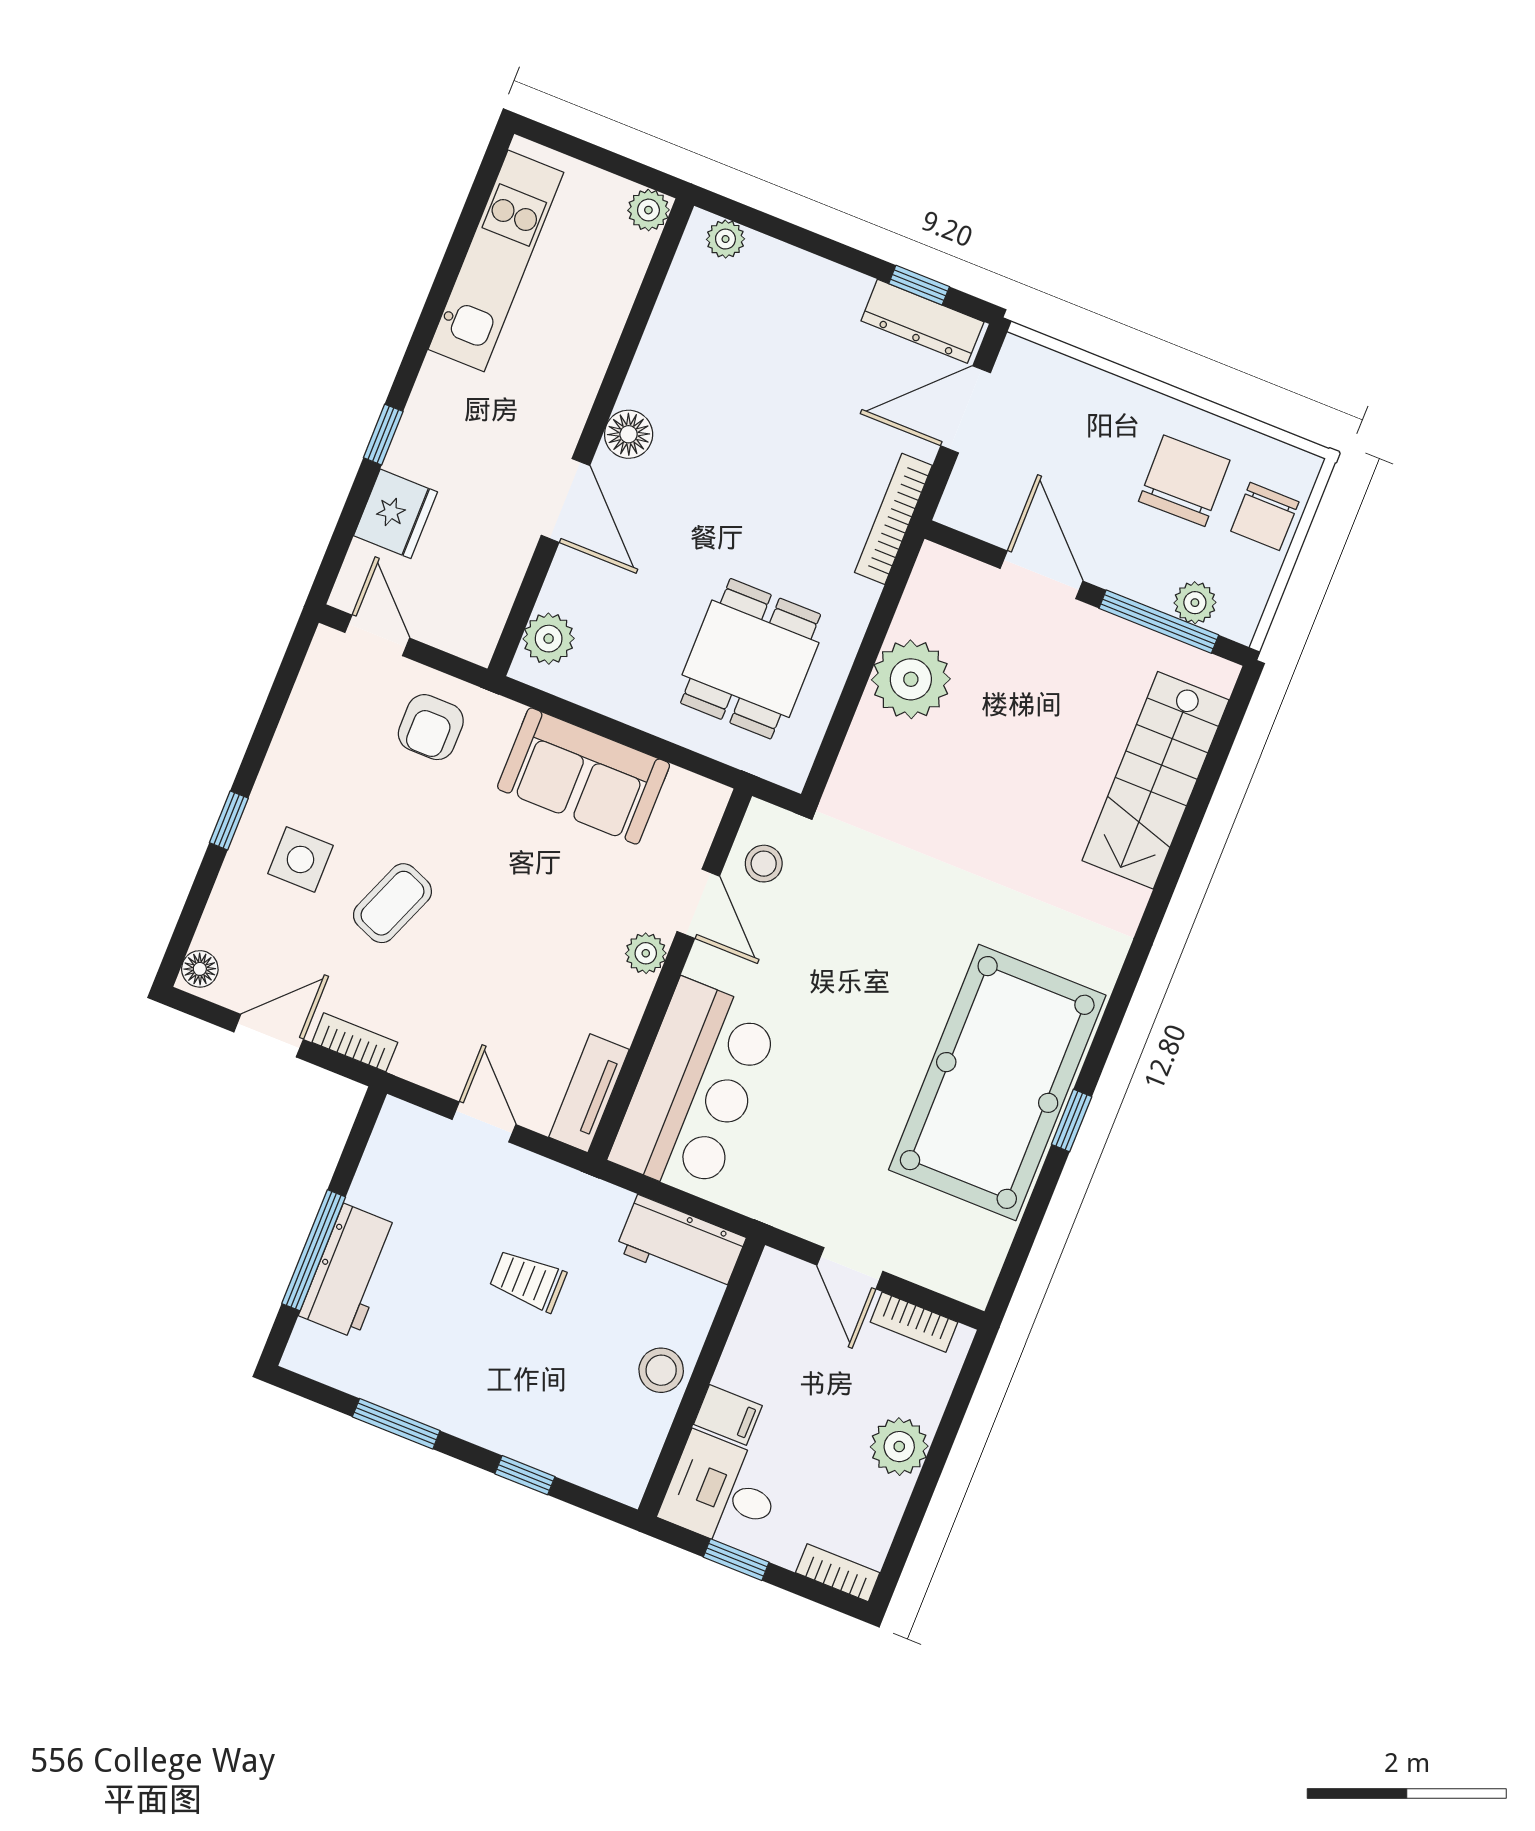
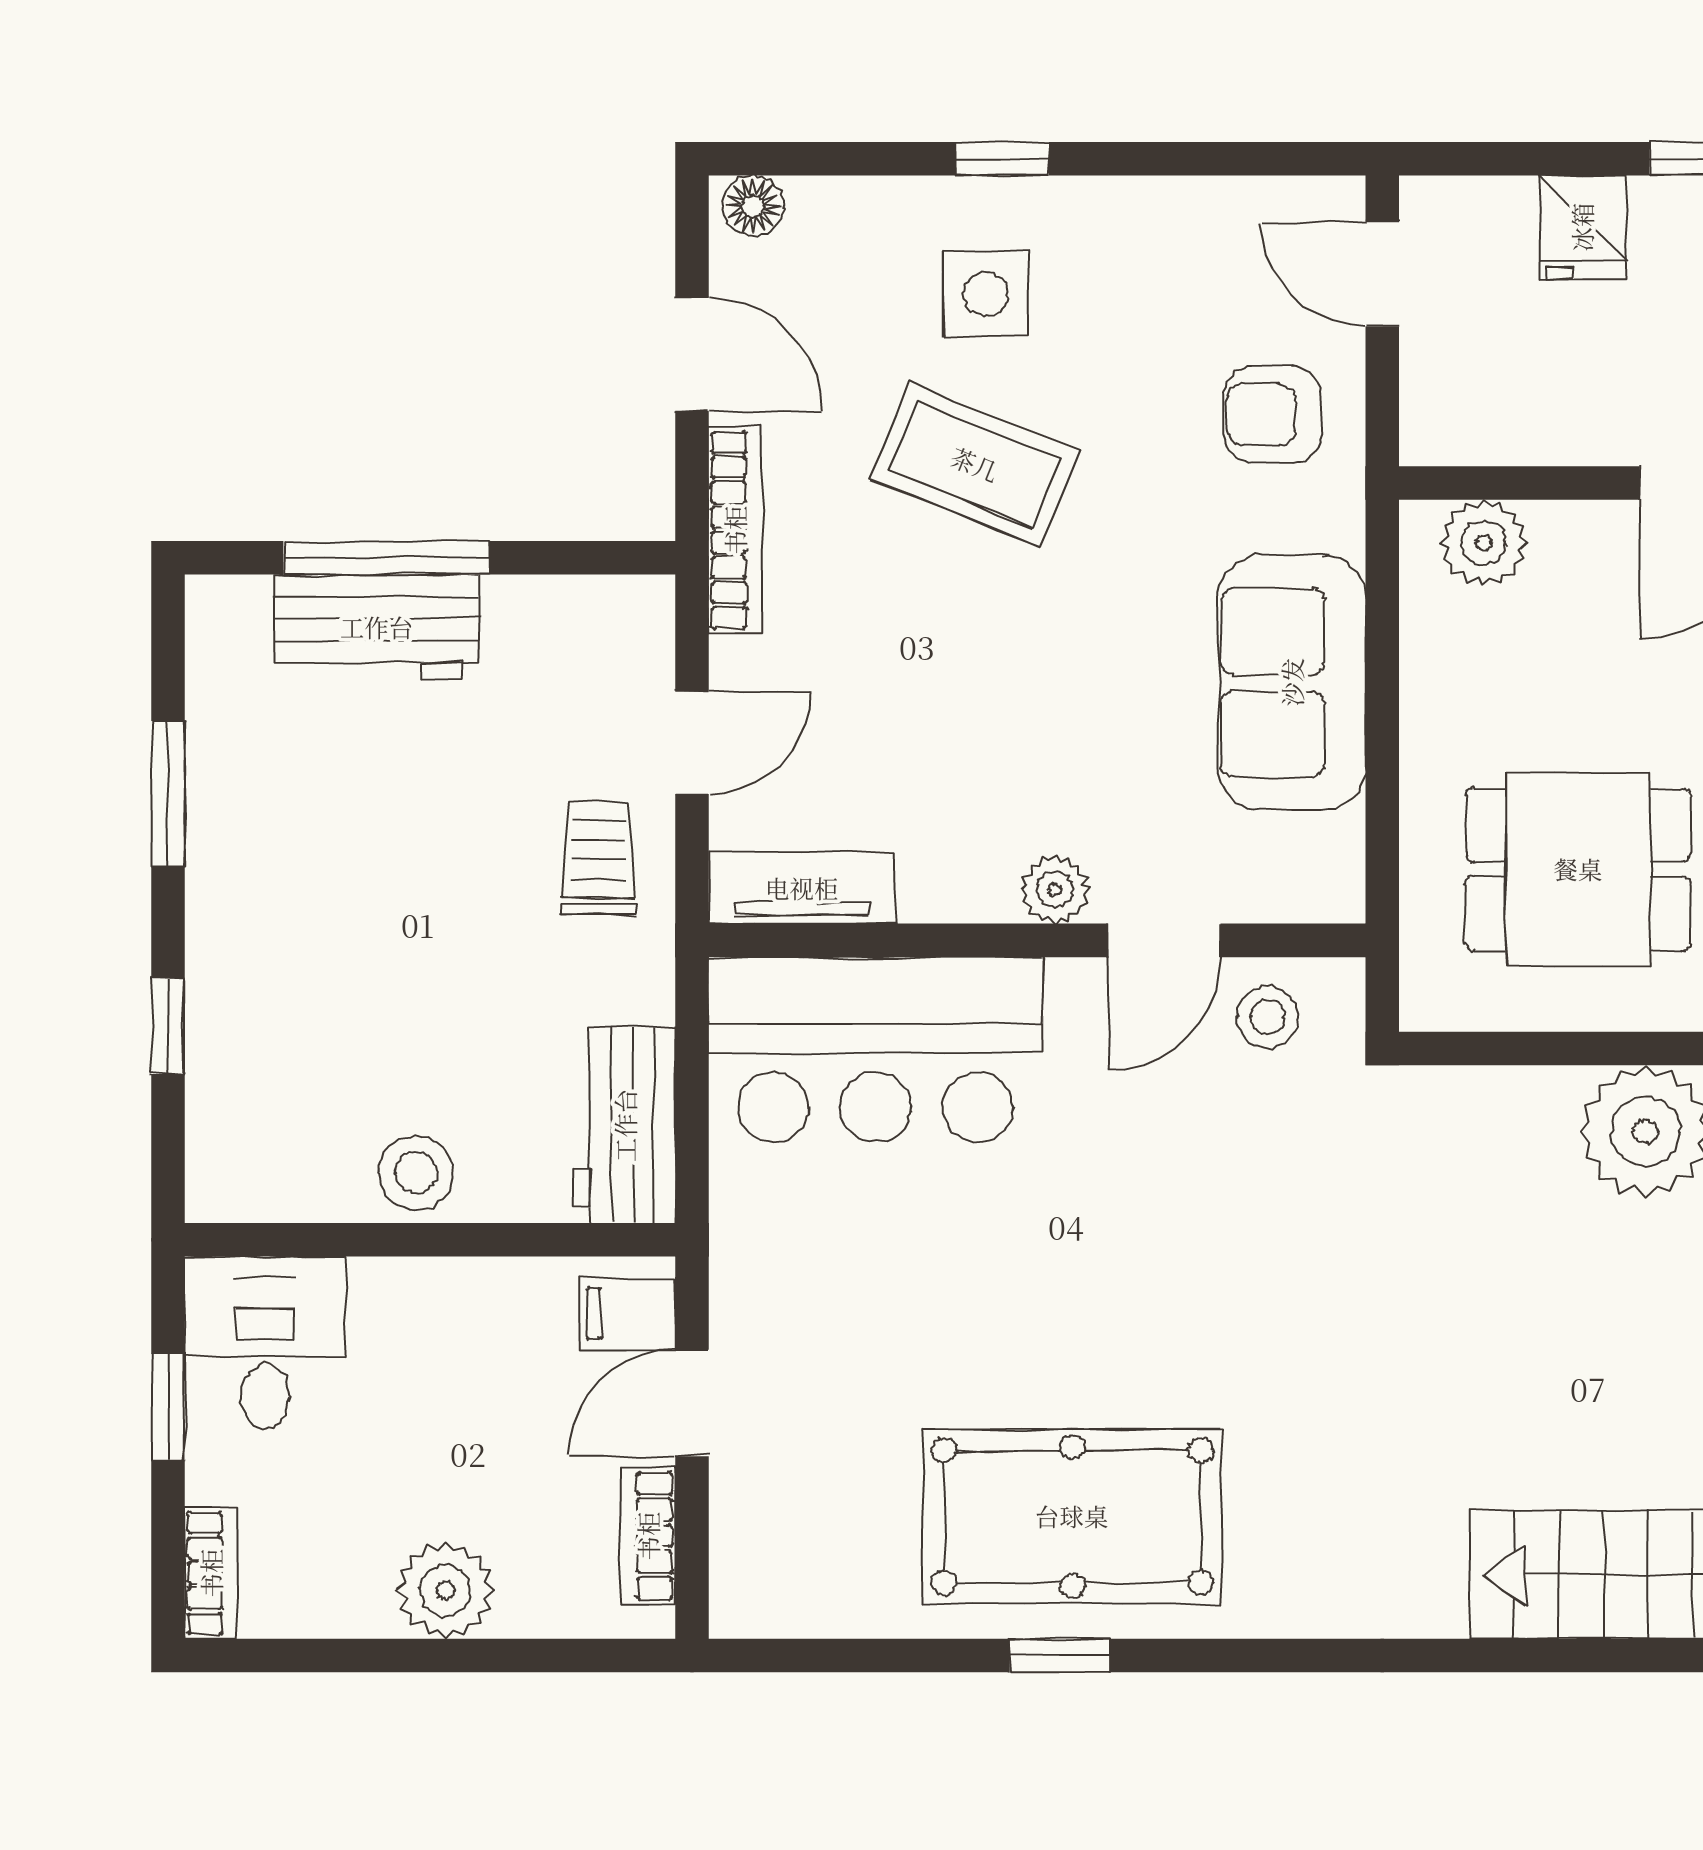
fridge: (396, 514) -> (1582, 227), width x0.72
door: (377, 635) -> (1382, 274), swing flipped
coffee table: (392, 903) -> (975, 464), width x1.36, depth x1.30
bookcase: (355, 1042) -> (735, 530), width x1.56
pool table: (997, 1082) -> (1072, 1516), width x0.73, depth x0.76
trolley: (528, 1281) -> (598, 858), moved
filing cabinet: (728, 1415) -> (627, 1314), moved, turned 90

